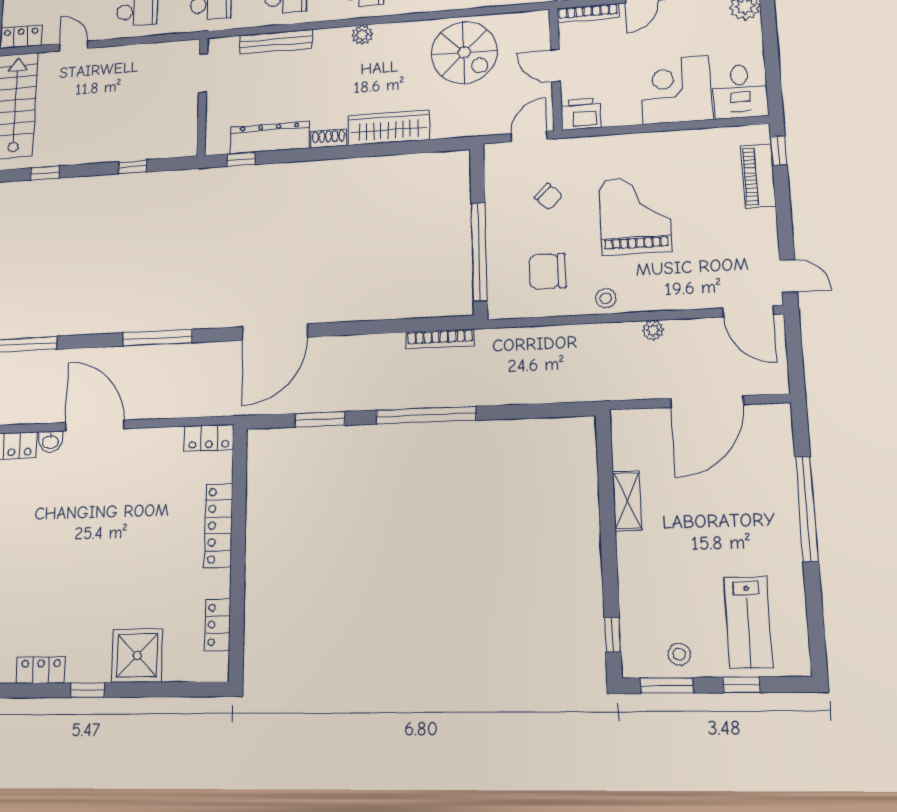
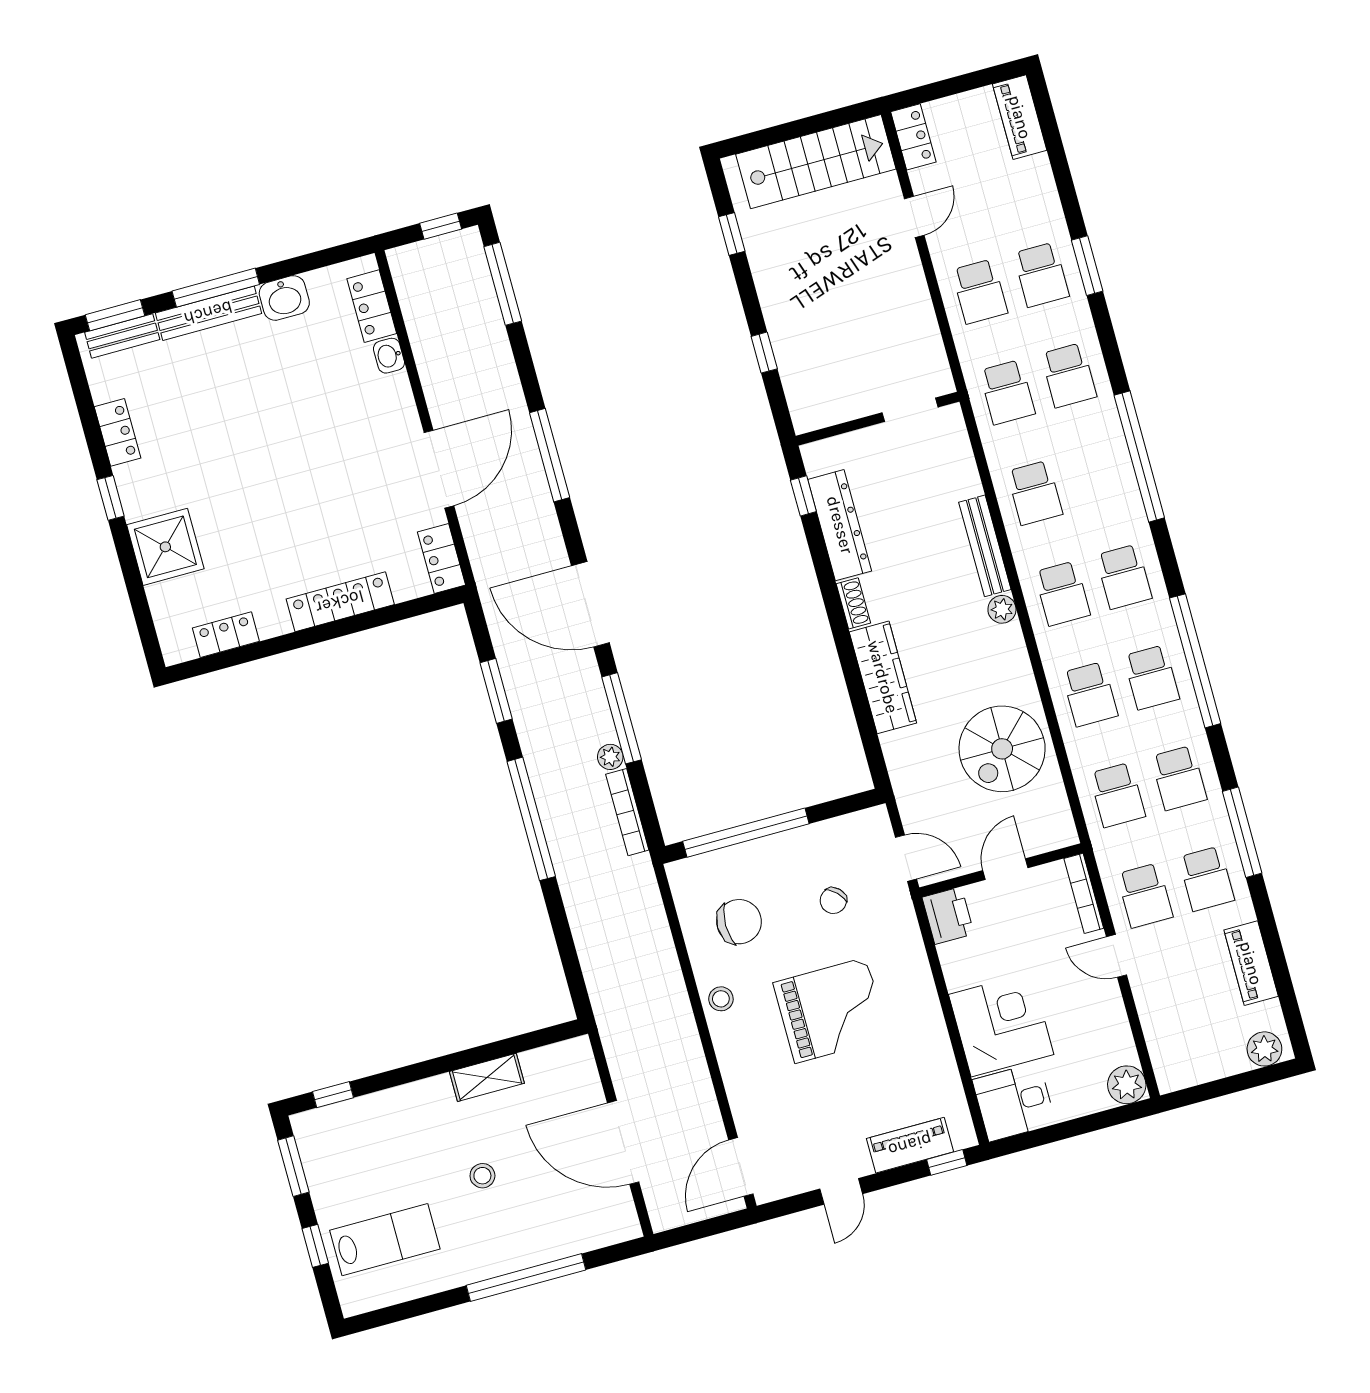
bench: (276, 42) -> (985, 546), moved
chair: (547, 271) -> (739, 922), turned 90
door: (788, 276) -> (841, 1191), moved
window: (367, 327) -> (622, 718), added
plant: (653, 330) -> (610, 757), moved
door: (95, 426) -> (439, 469), moved
lab bench: (748, 622) -> (385, 1240), turned 180
stool: (679, 654) -> (482, 1176), moved

